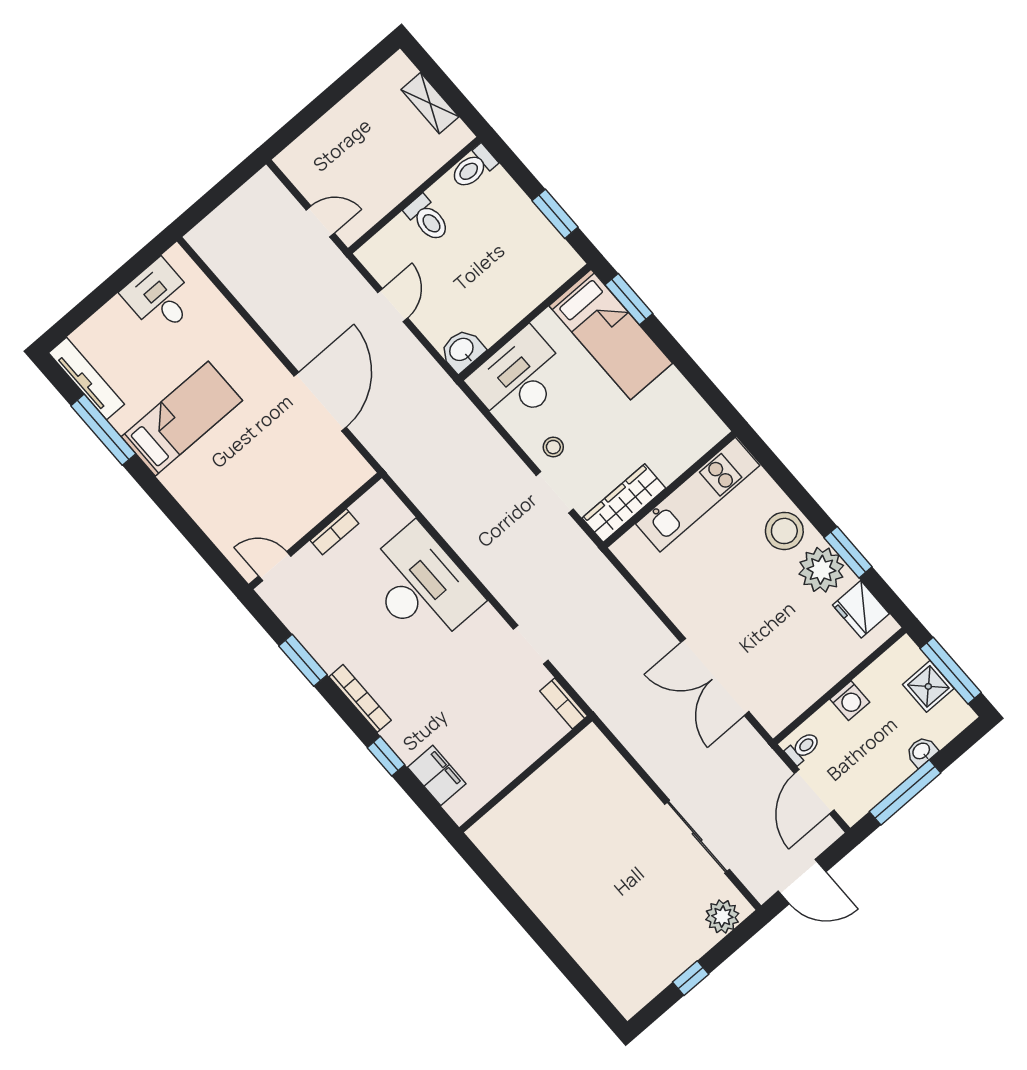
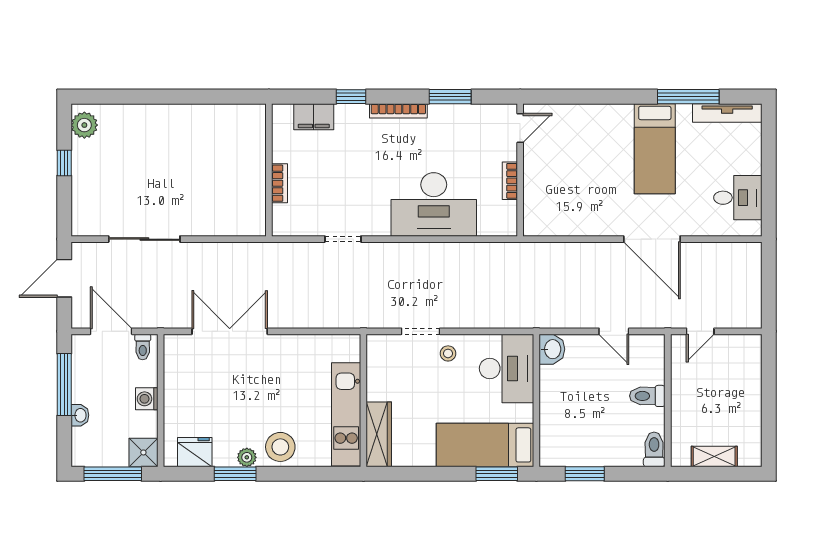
door: (320, 402) -> (652, 239), moved
wardrobe: (624, 503) -> (379, 434), moved
plant: (821, 570) -> (247, 457), width x0.53, depth x0.53
shower: (928, 686) -> (143, 452), moved
bookcase: (564, 703) -> (280, 183), moved, turned 90
plant: (722, 917) -> (84, 125), moved

